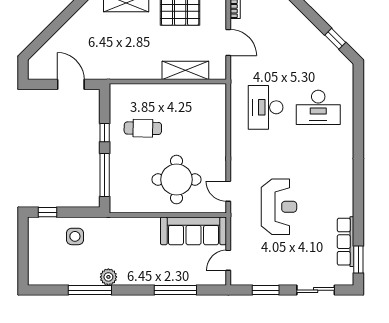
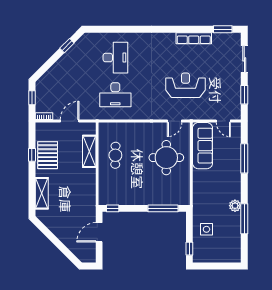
cafe table: (143, 128) -> (115, 155), moved
window: (105, 133) -> (113, 208), moved
row of seats: (346, 242) -> (194, 38), moved

